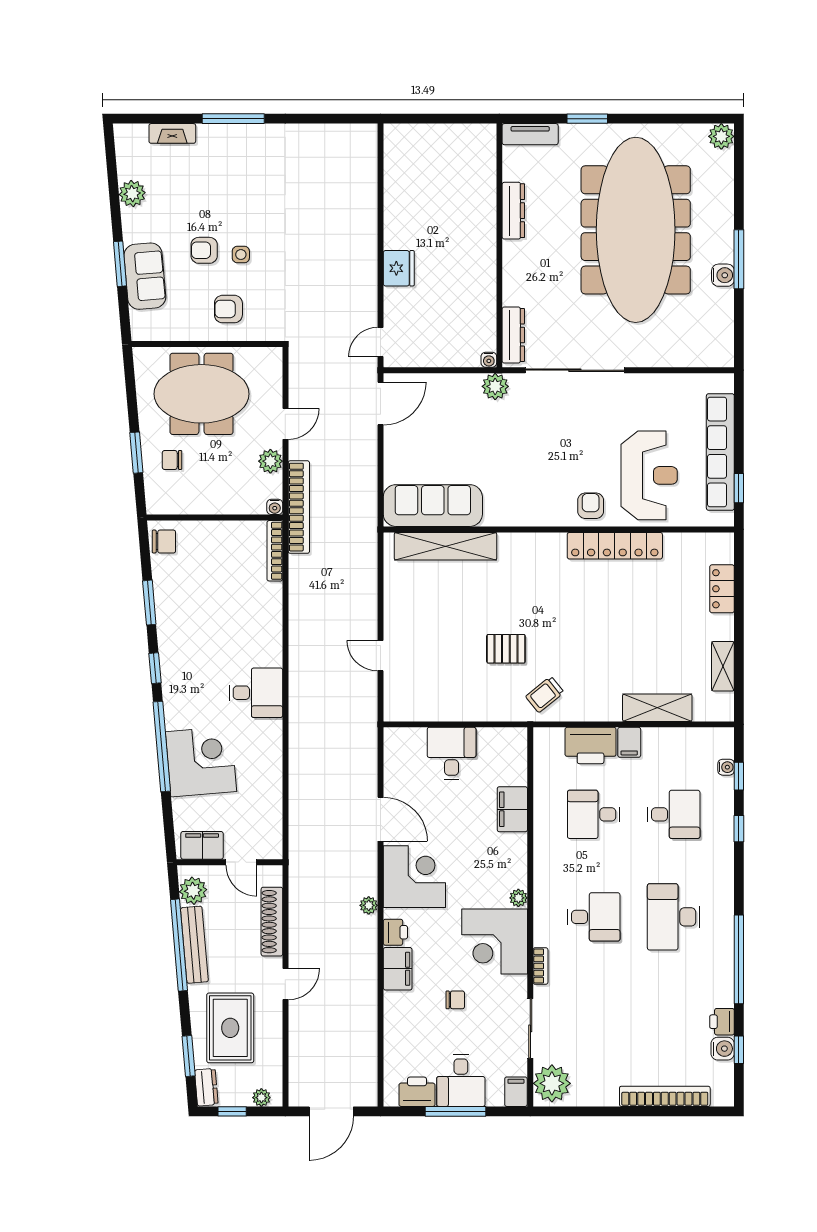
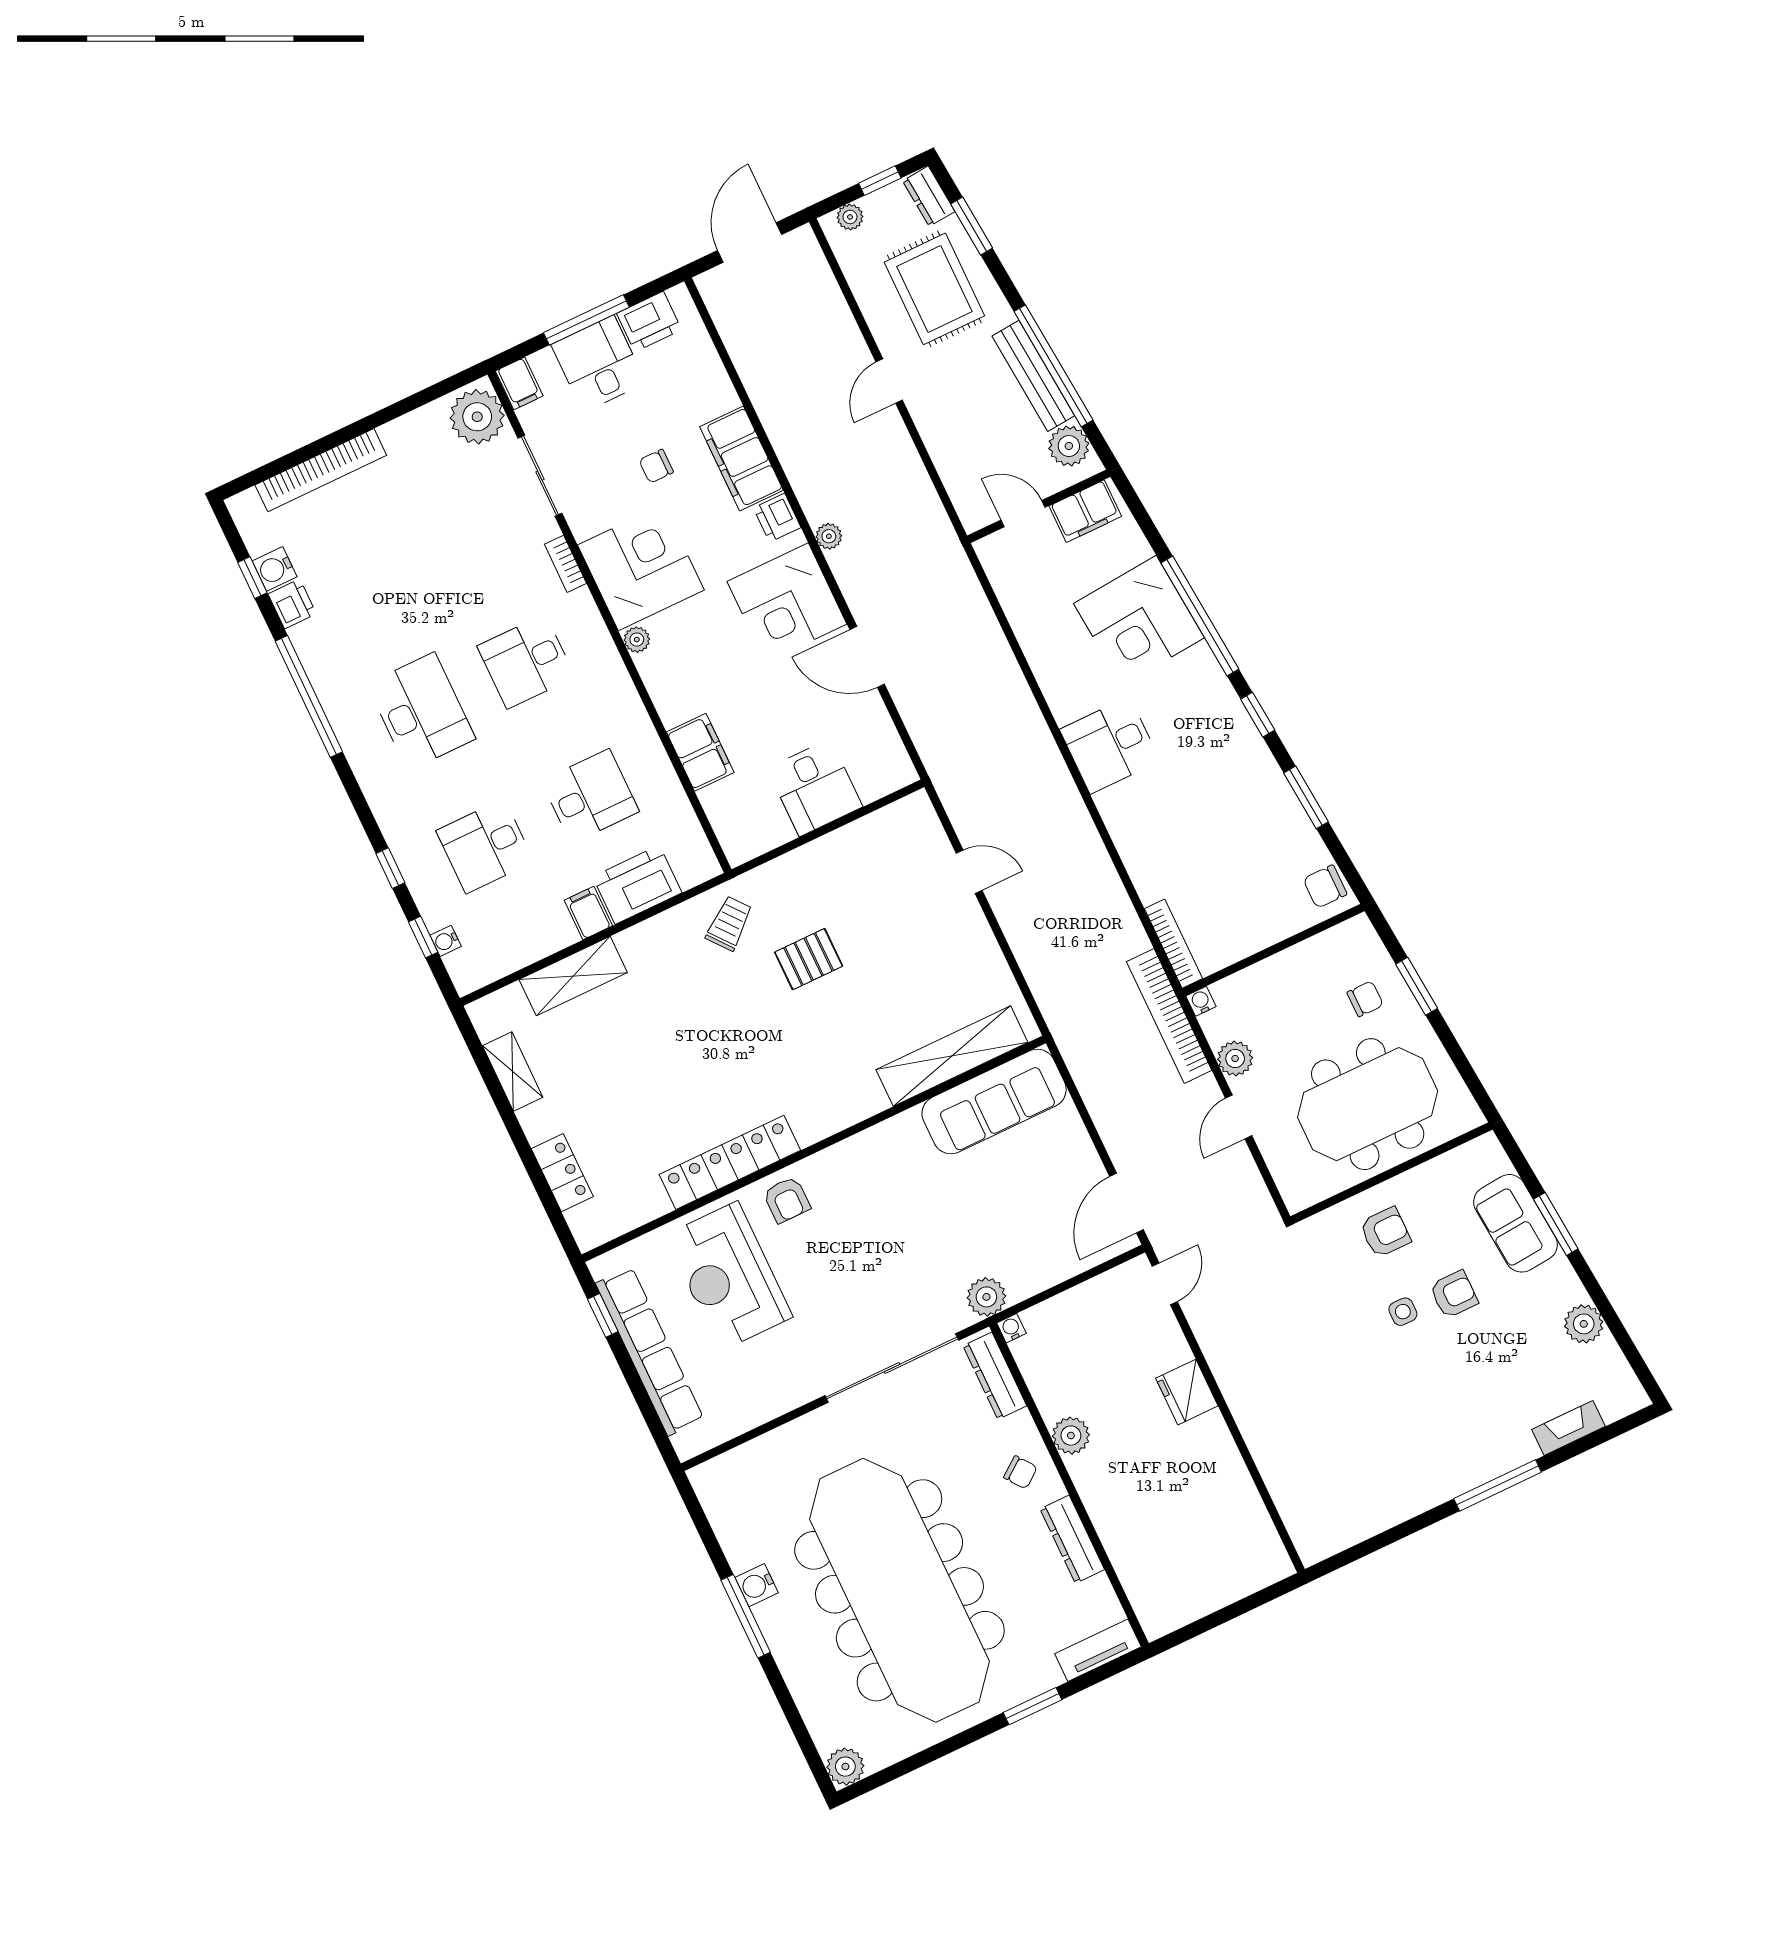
chair: (526, 268) -> (1020, 1472), added
plant: (484, 275) -> (1071, 1436), added
shoe rack: (272, 922) -> (946, 455), removed
filing cabinet: (398, 969) -> (742, 458), width x1.50, depth x1.17

